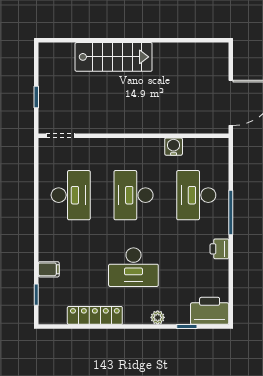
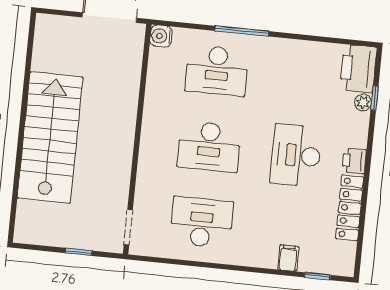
stairs: (114, 57) -> (50, 138), width x1.36, depth x1.51
water cooler: (174, 147) -> (161, 36), moved
printer: (219, 249) -> (354, 161), moved, turned 90
desk: (133, 267) -> (296, 155), turned 180
plant: (158, 317) -> (363, 102), moved

